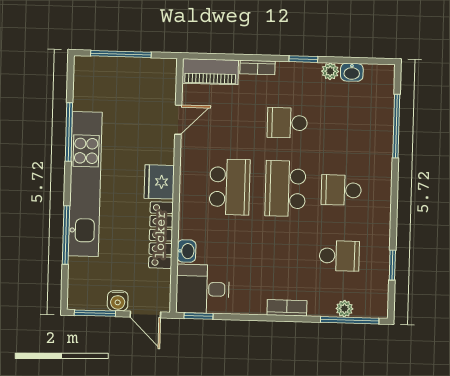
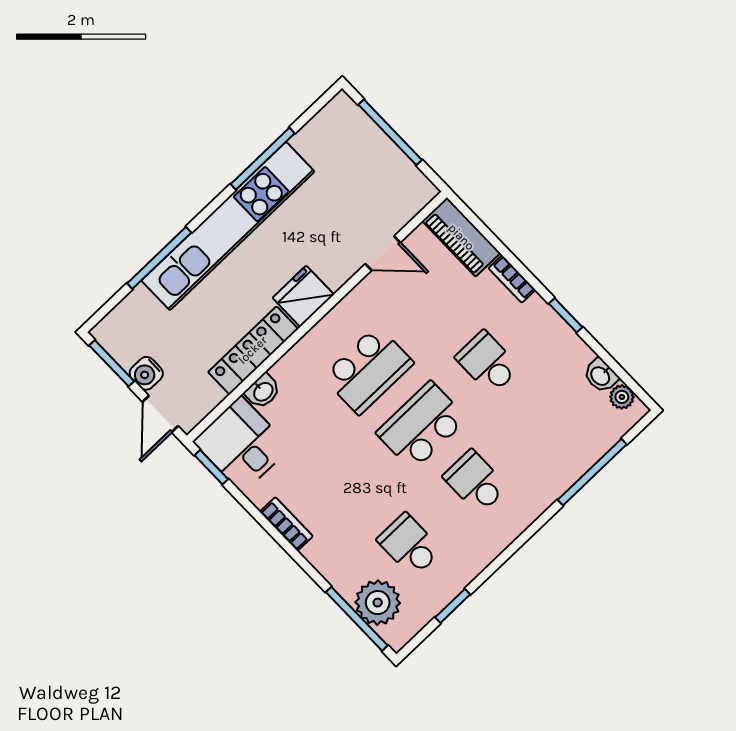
plant: (330, 71) -> (622, 397), moved
school desk: (339, 256) -> (409, 545), turned 180
bookcase: (287, 308) -> (286, 524), moved
plant: (344, 309) -> (378, 603), width x1.87, depth x1.87

